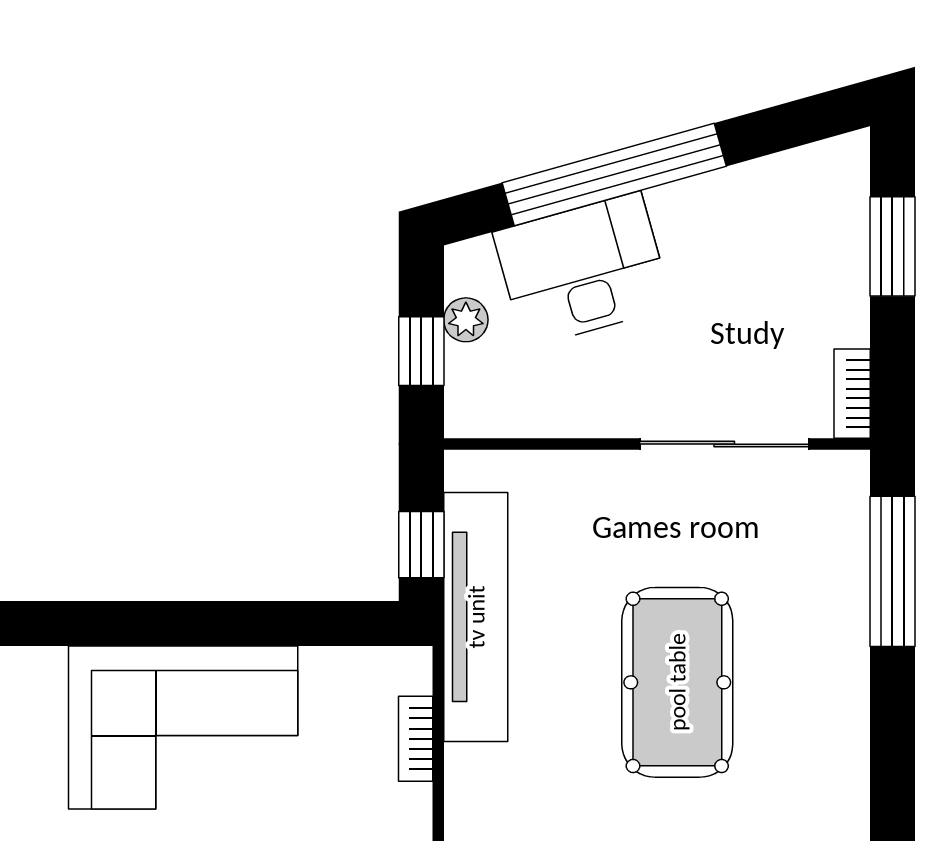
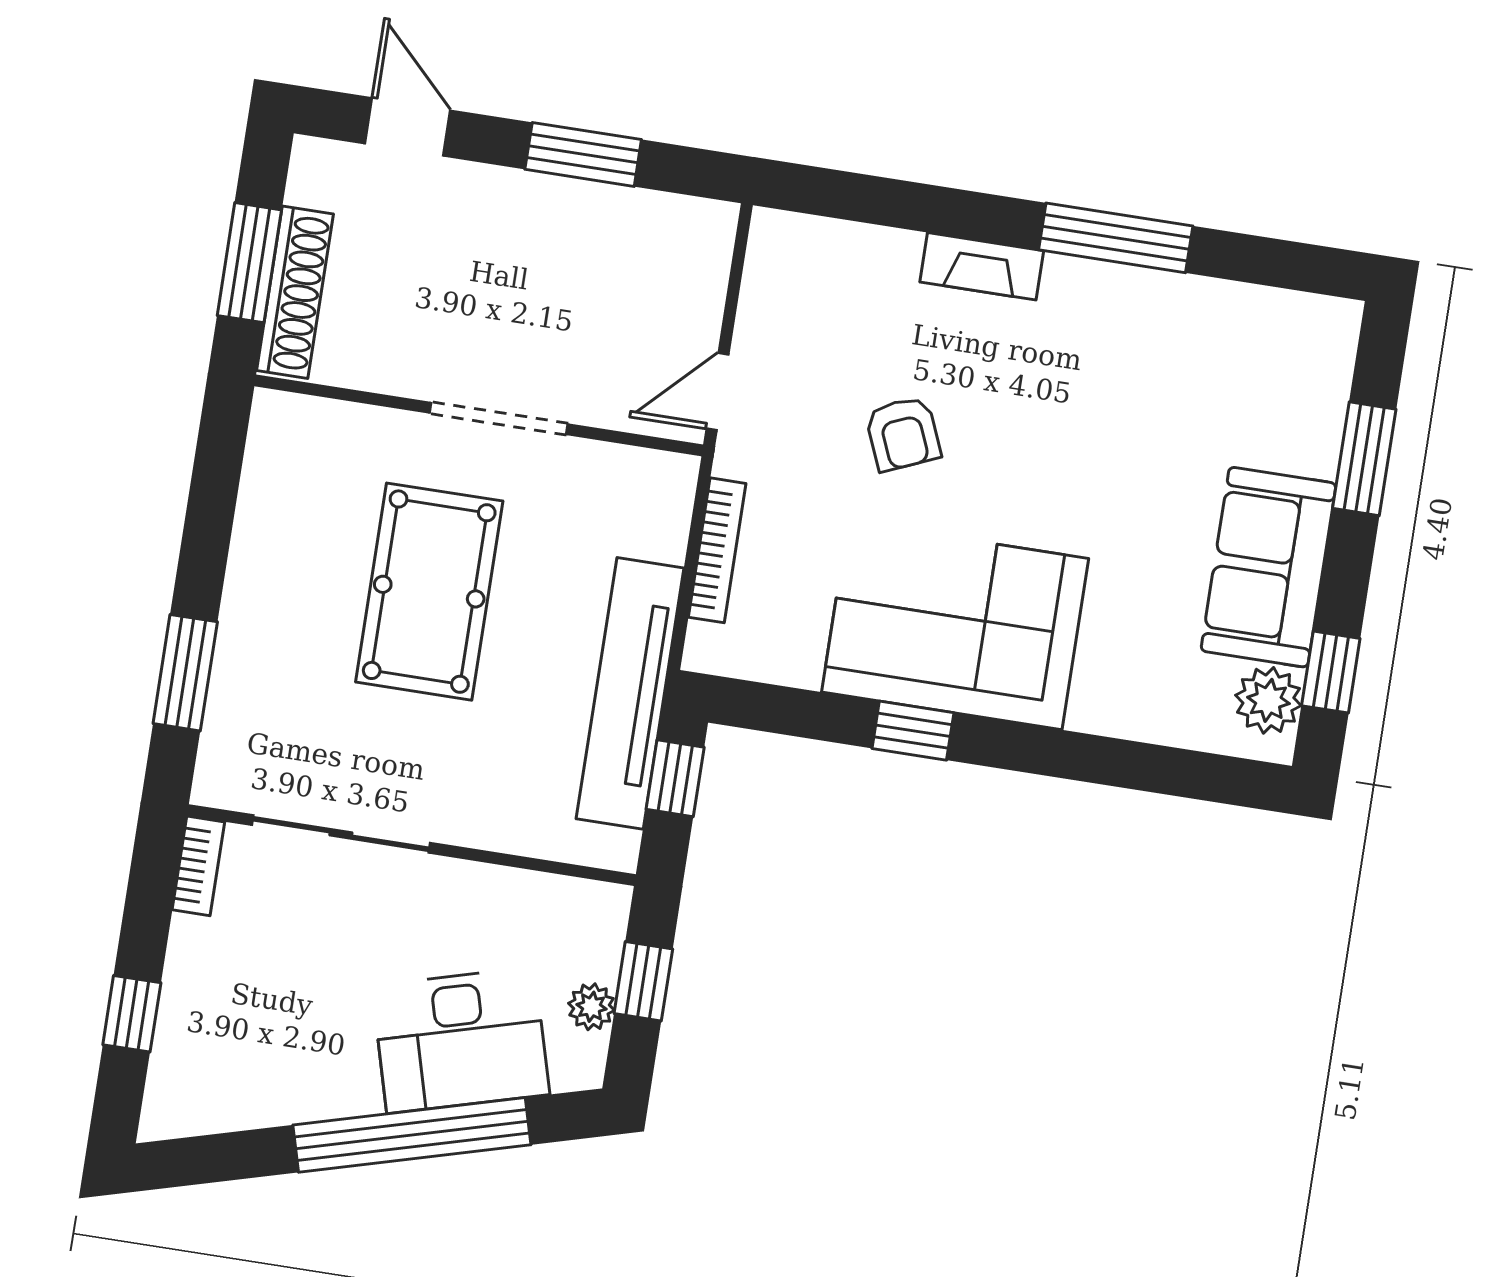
window: (892, 246) -> (132, 1014), width x0.67
window: (892, 571) -> (185, 673), width x0.69
window: (207, 624) -> (913, 731), added
bookcase: (416, 739) -> (717, 550), width x1.56

